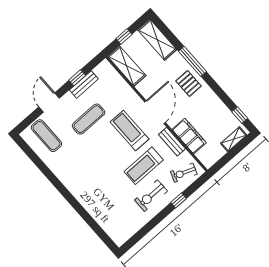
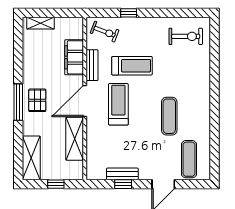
window: (192, 61) -> (18, 102), moved
shelving: (127, 66) -> (75, 139), moved
window: (240, 115) -> (18, 38), removed
exercise mat: (89, 119) -> (169, 116), moved, turned 90
treadmill: (129, 131) -> (118, 104), turned 180
exercise bike: (151, 196) -> (186, 36), moved

